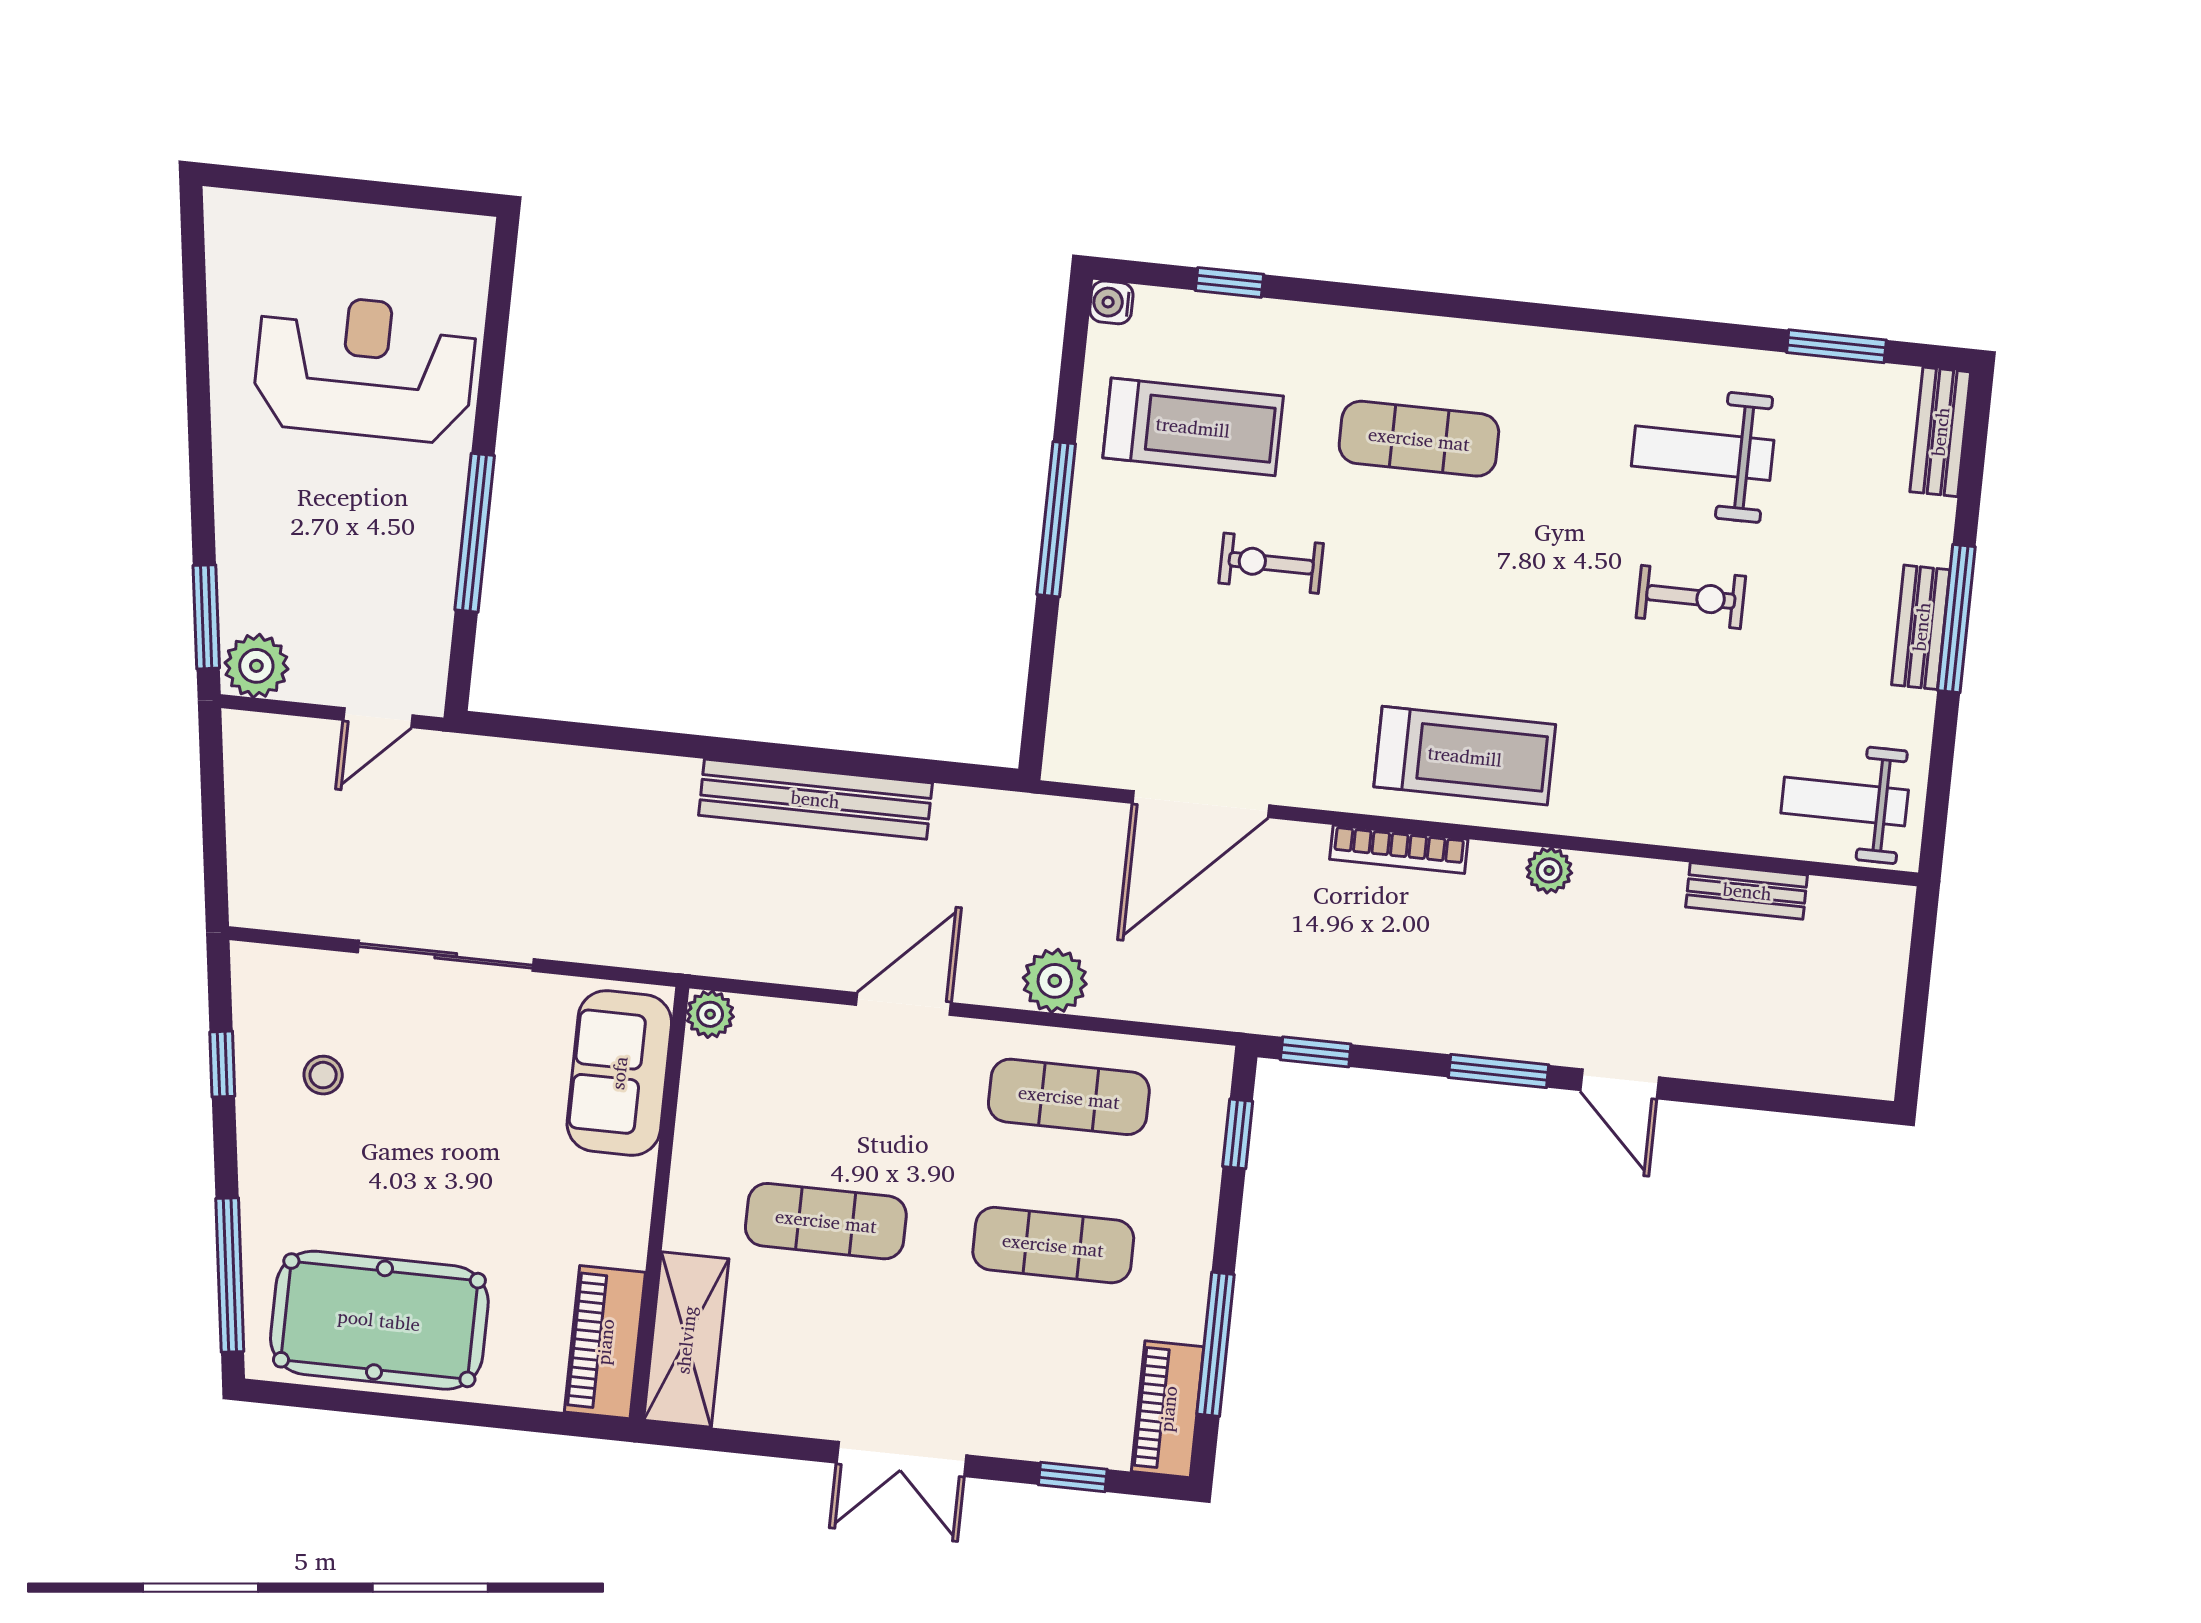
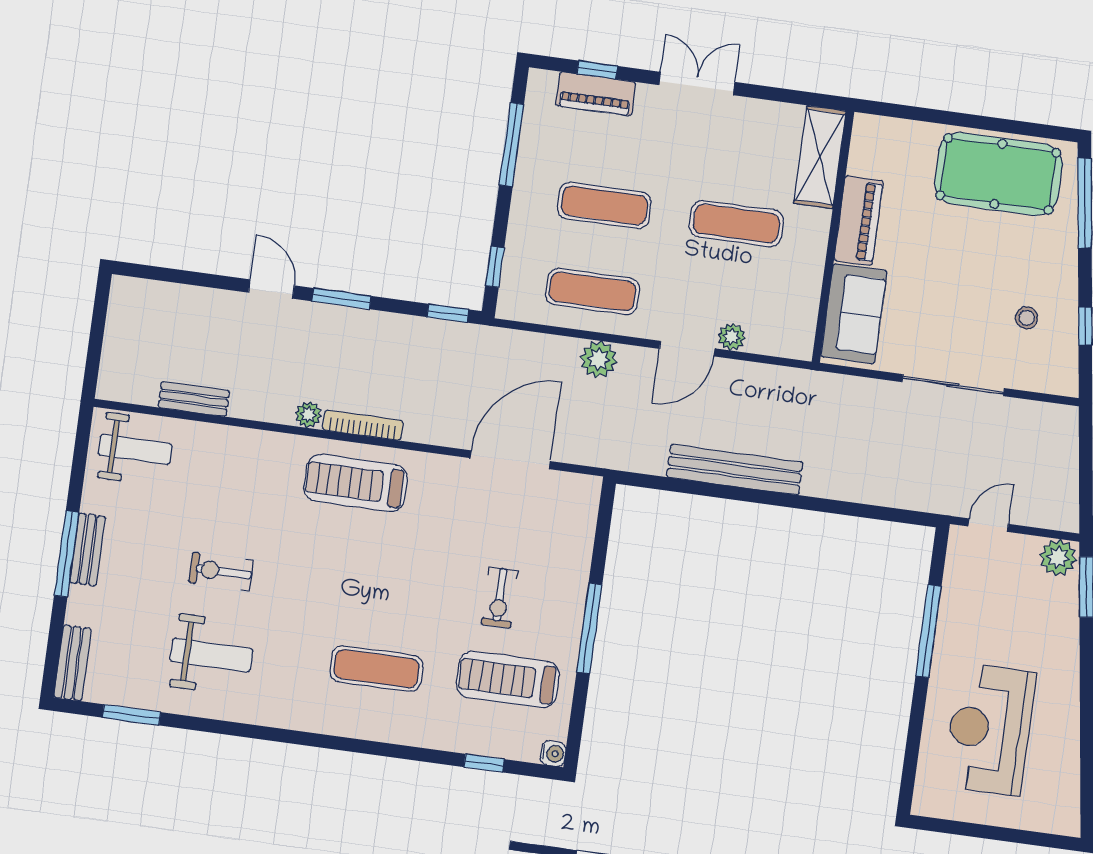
reception desk: (364, 368) -> (990, 729), turned 90
exercise bike: (1271, 563) -> (500, 598), moved, turned 90
bookcase: (1399, 849) -> (363, 425), moved
plant: (710, 1014) -> (732, 337), moved
piano: (605, 1342) -> (859, 221), moved
piano: (1168, 1409) -> (596, 94), moved, turned 90

